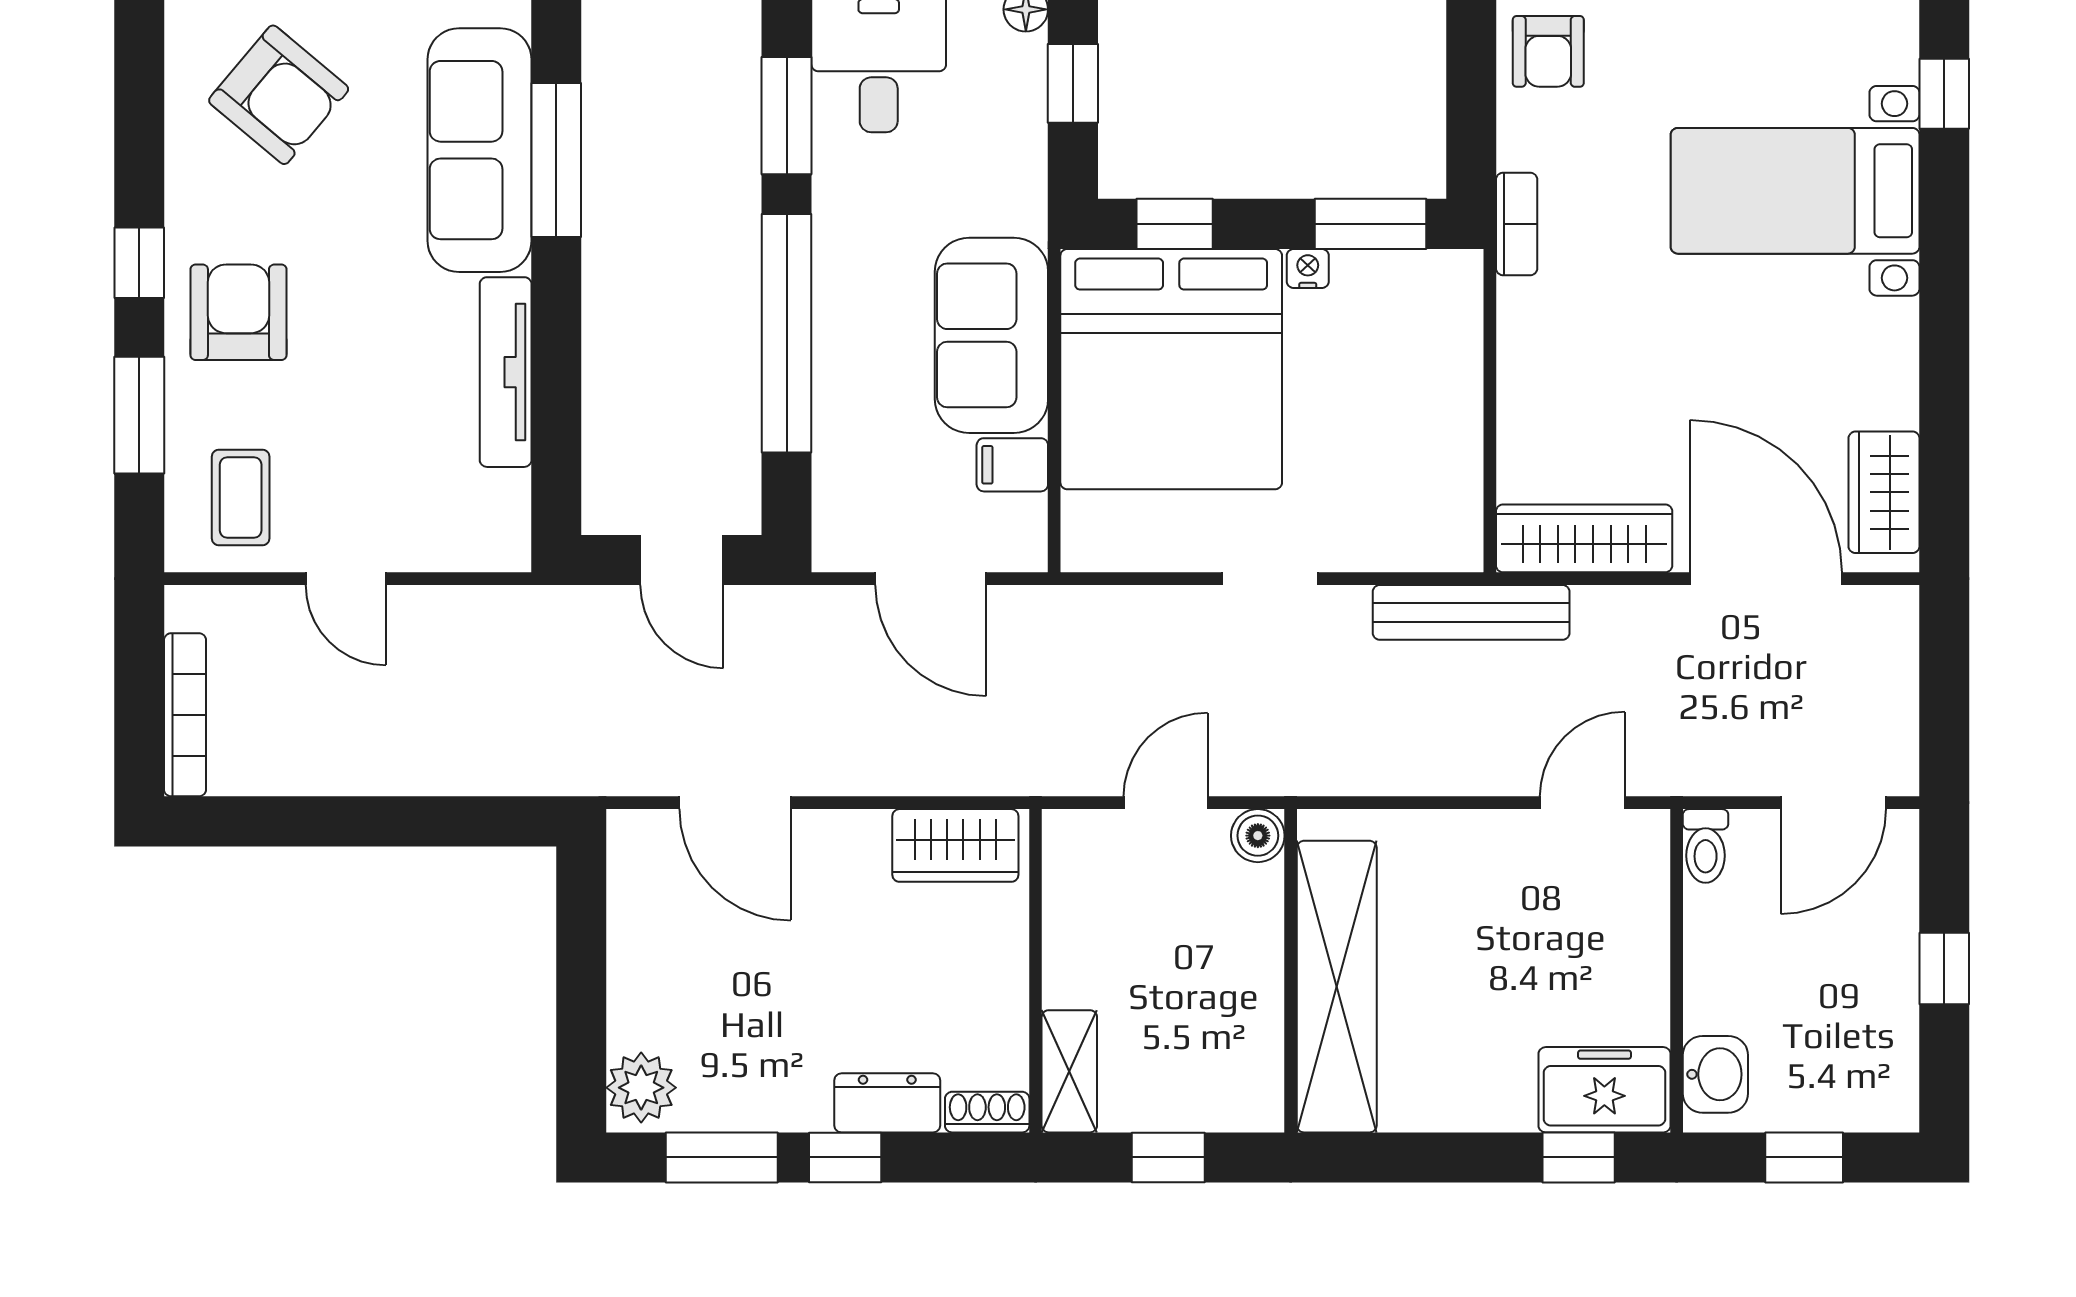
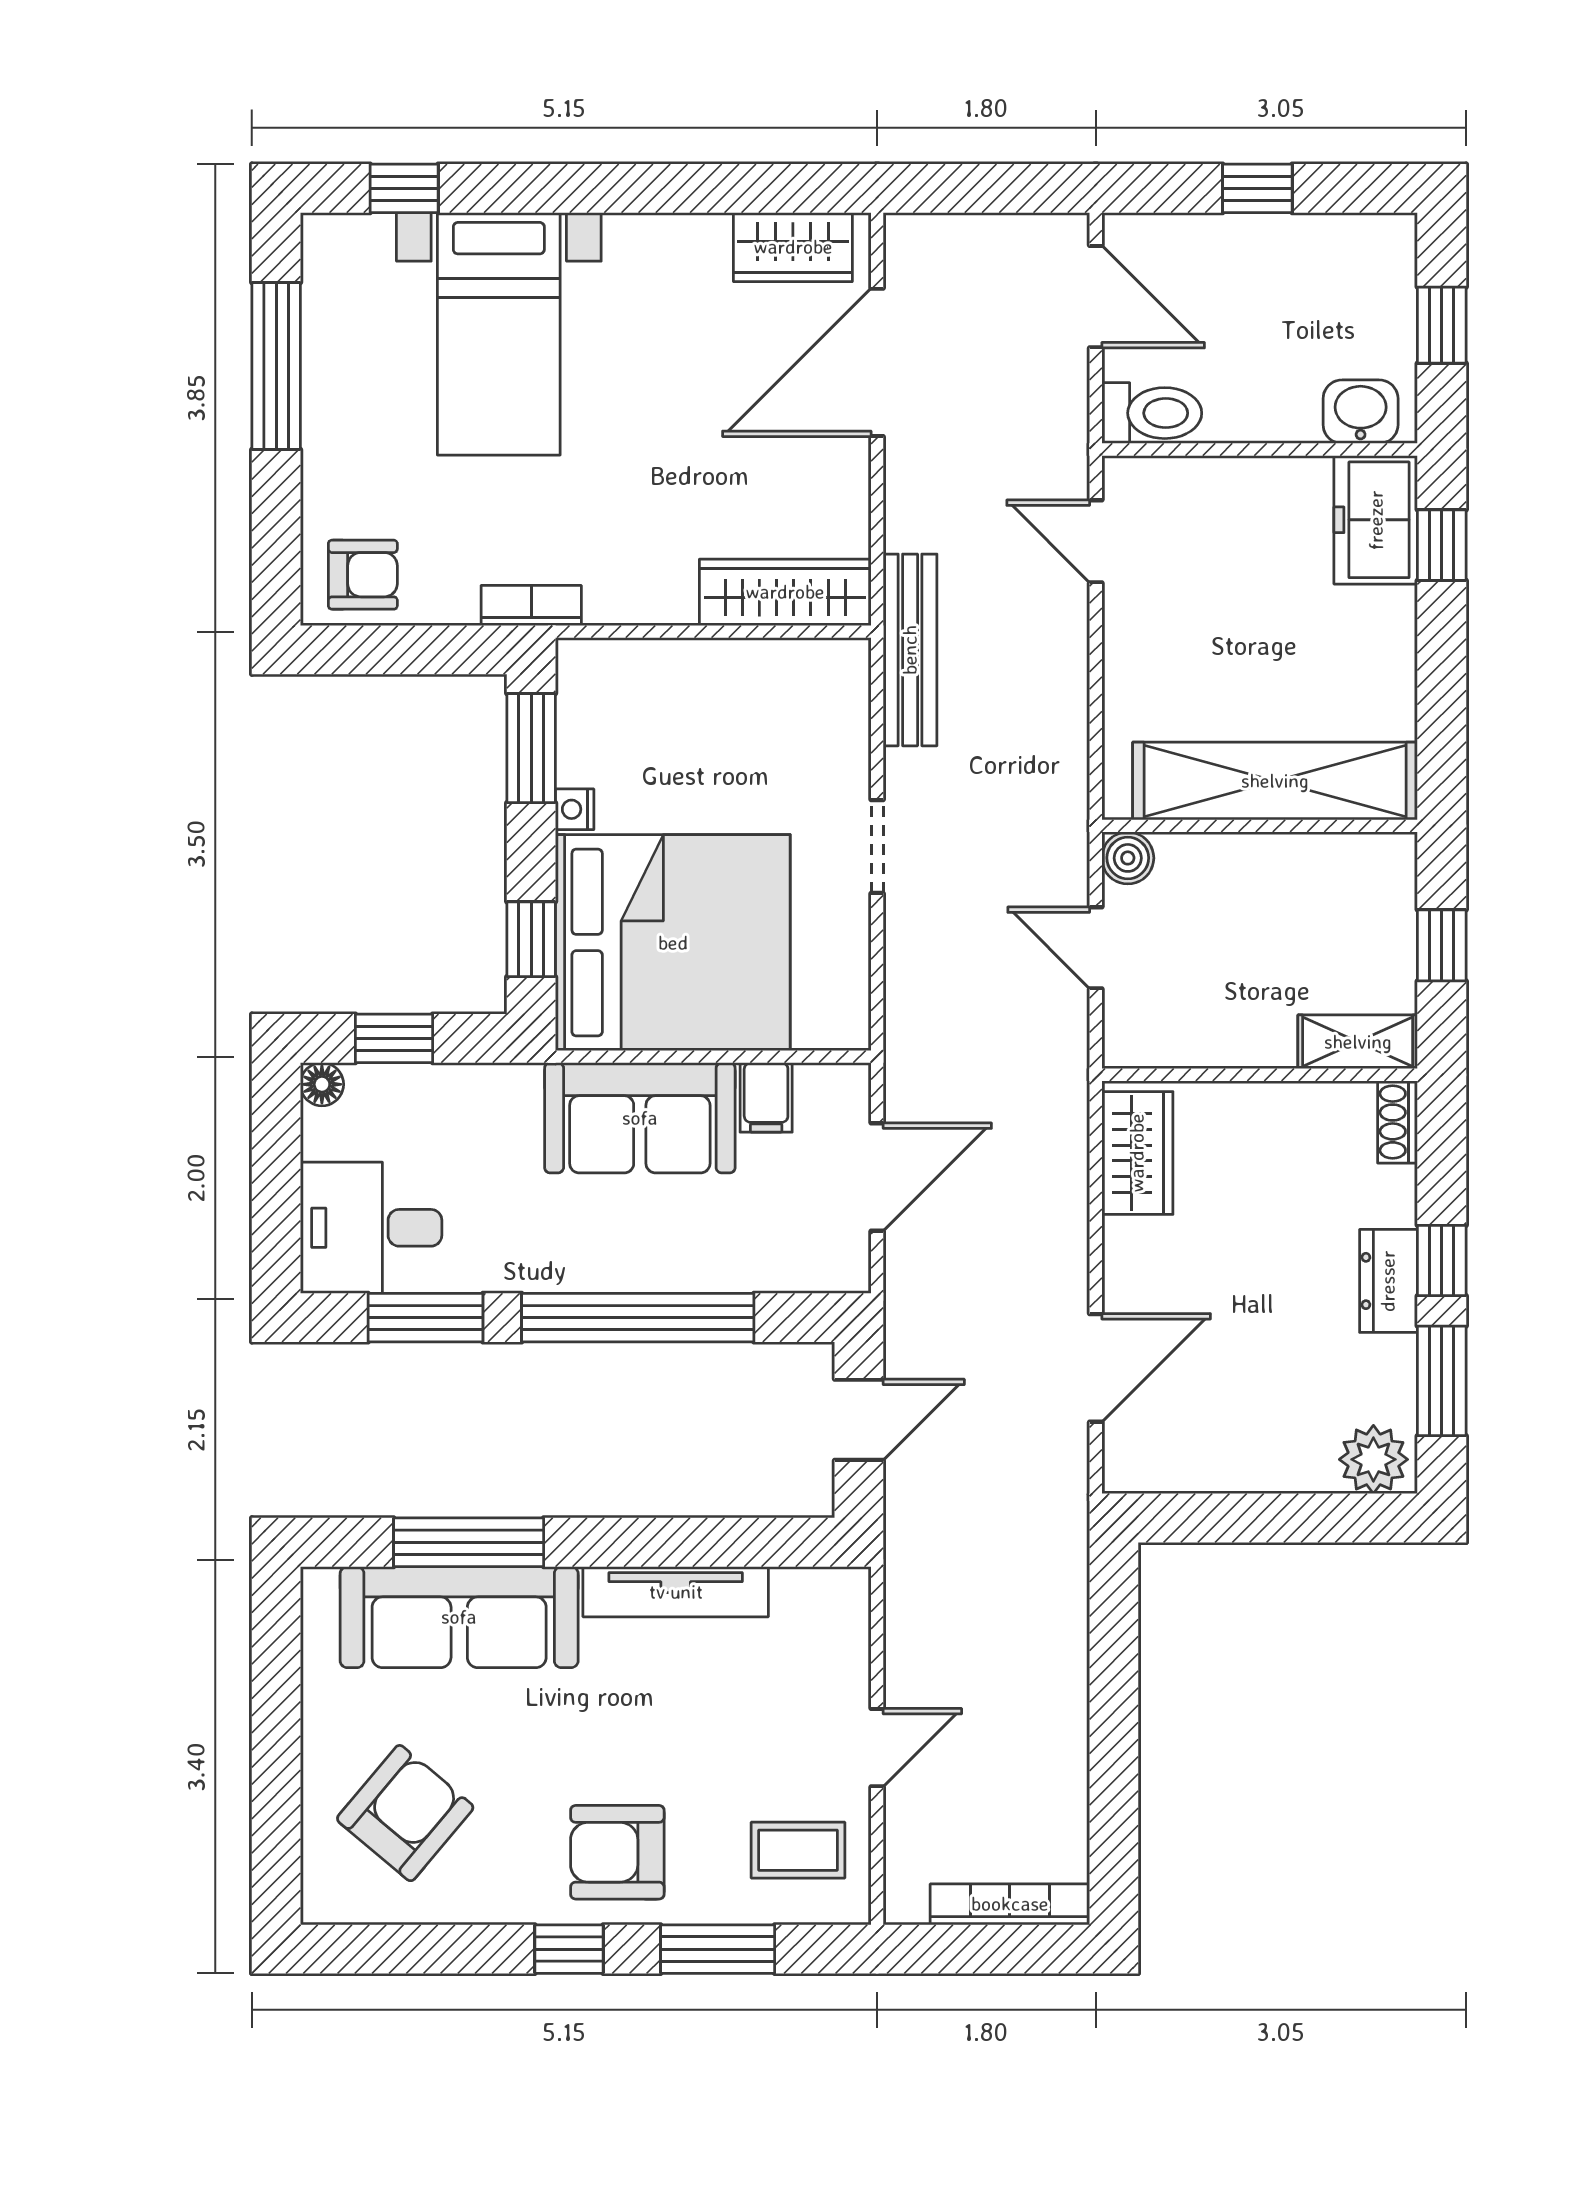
wardrobe: (1584, 538) -> (785, 592), moved, turned 90
toilet: (1706, 846) -> (1152, 413), width x1.37, depth x1.39
dresser: (887, 1103) -> (1388, 1281), moved

